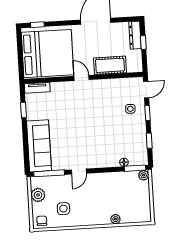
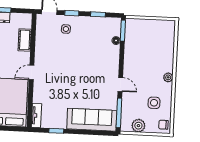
cot: (110, 65) -> (25, 40), width x0.73, depth x0.75
plant: (144, 175) -> (130, 23), removed
plant: (115, 219) -> (168, 77), moved

